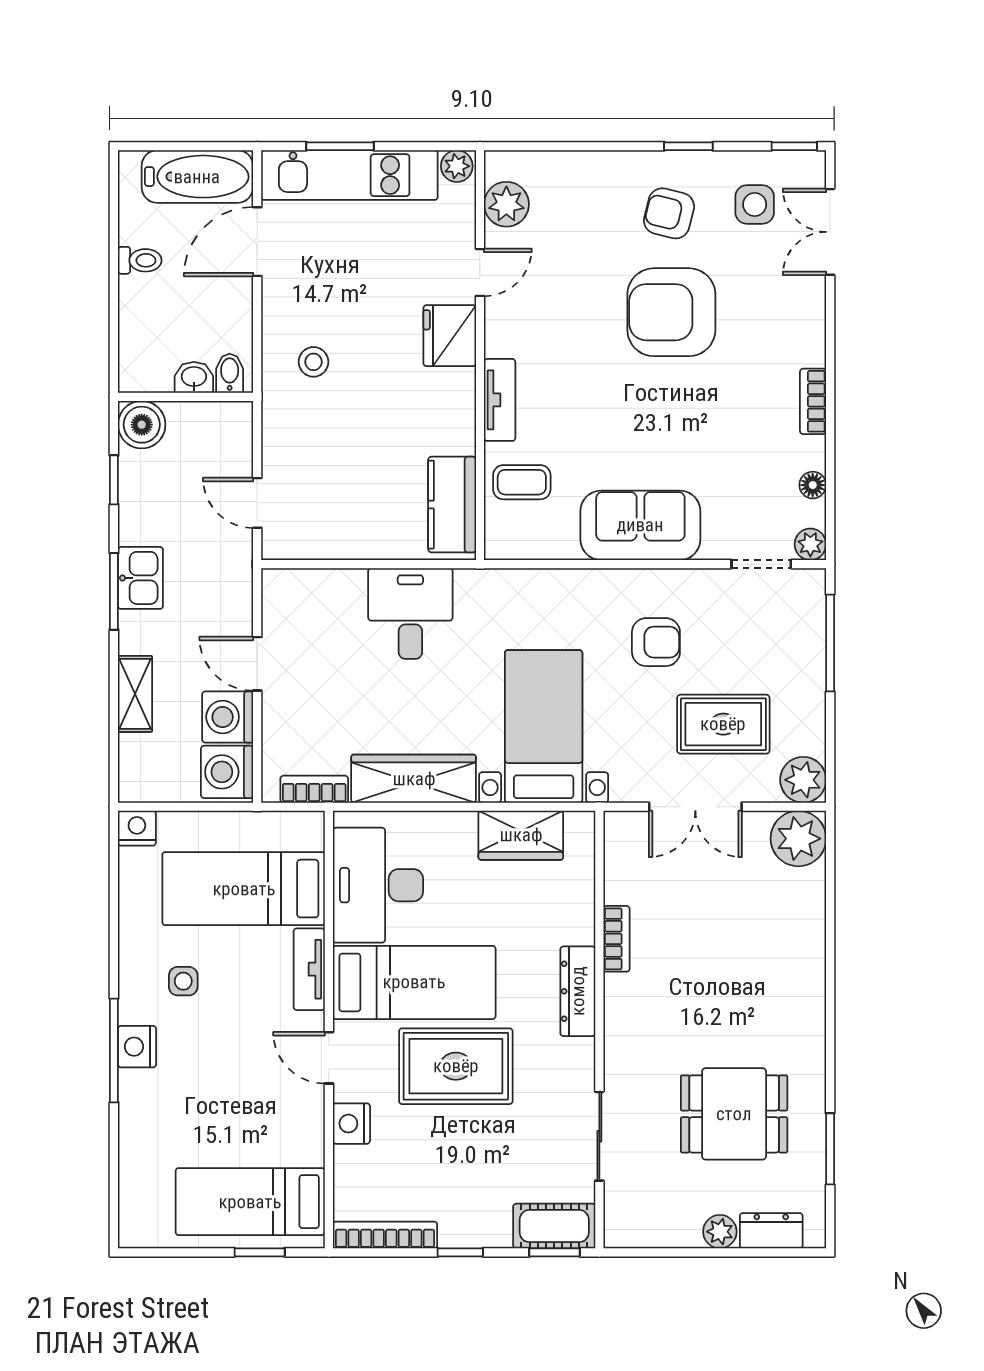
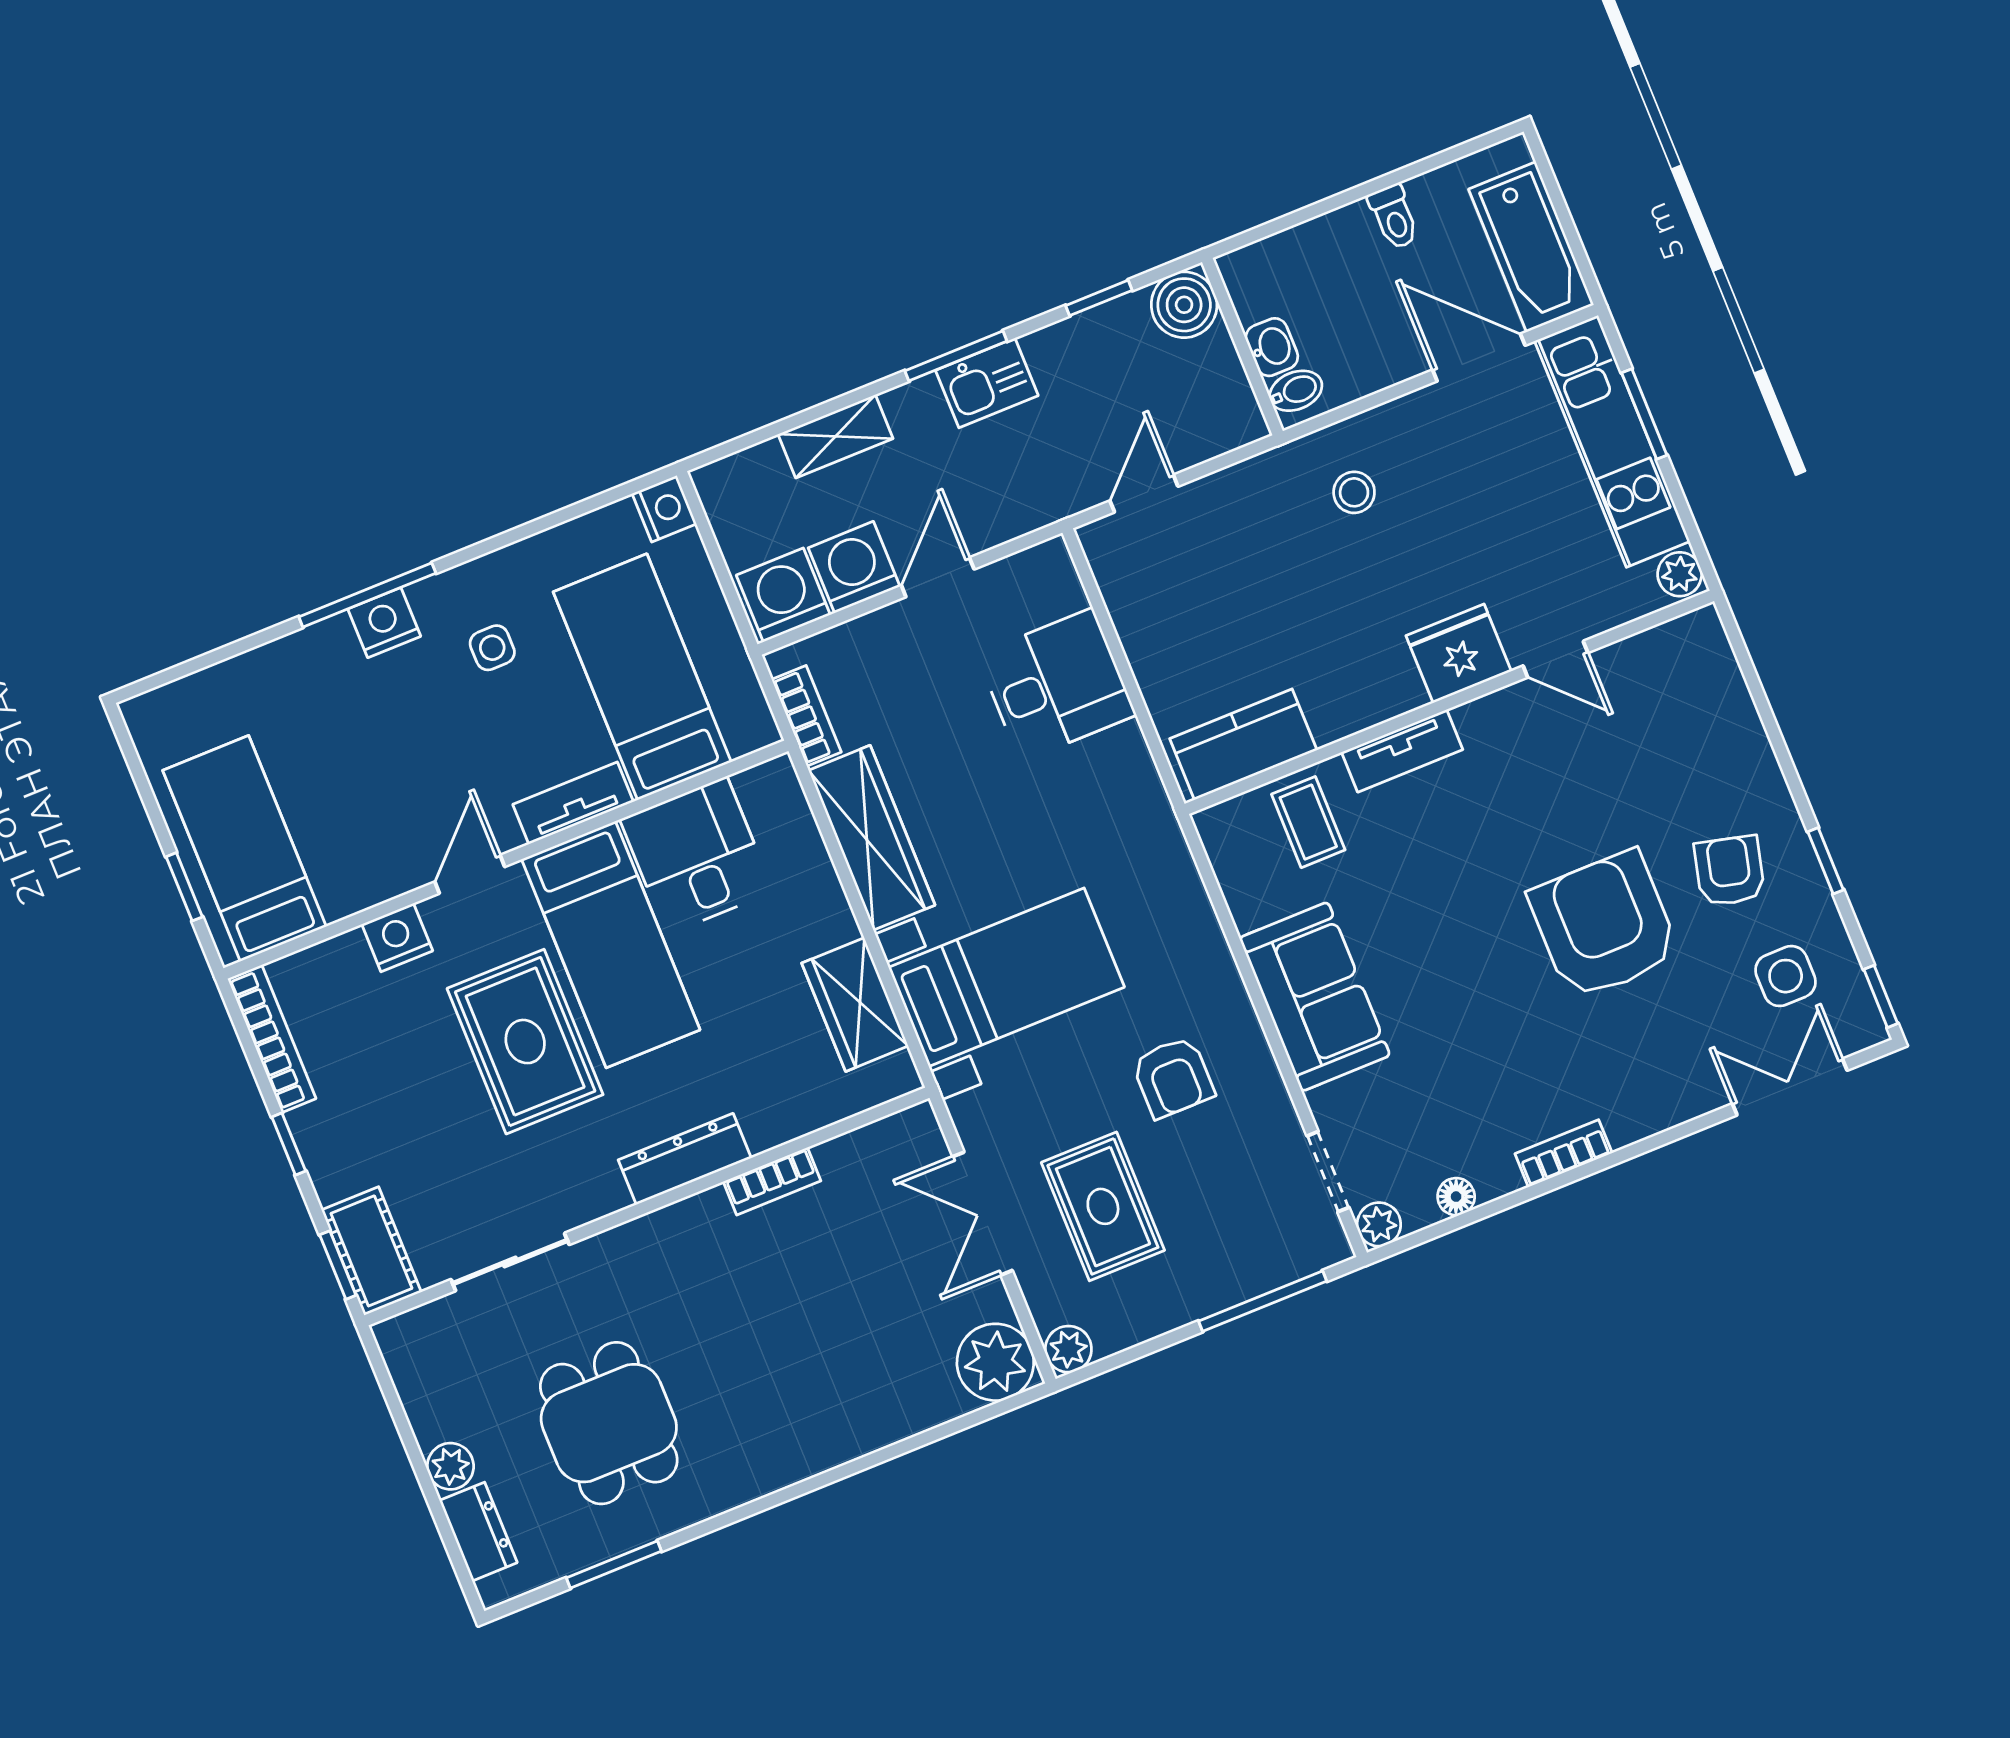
plant: (506, 204) -> (1657, 658), removed
desk: (410, 613) -> (1056, 685), moved
plant: (803, 780) -> (1068, 1349), width x0.73, depth x0.73
desk: (378, 885) -> (697, 856), width x0.73

